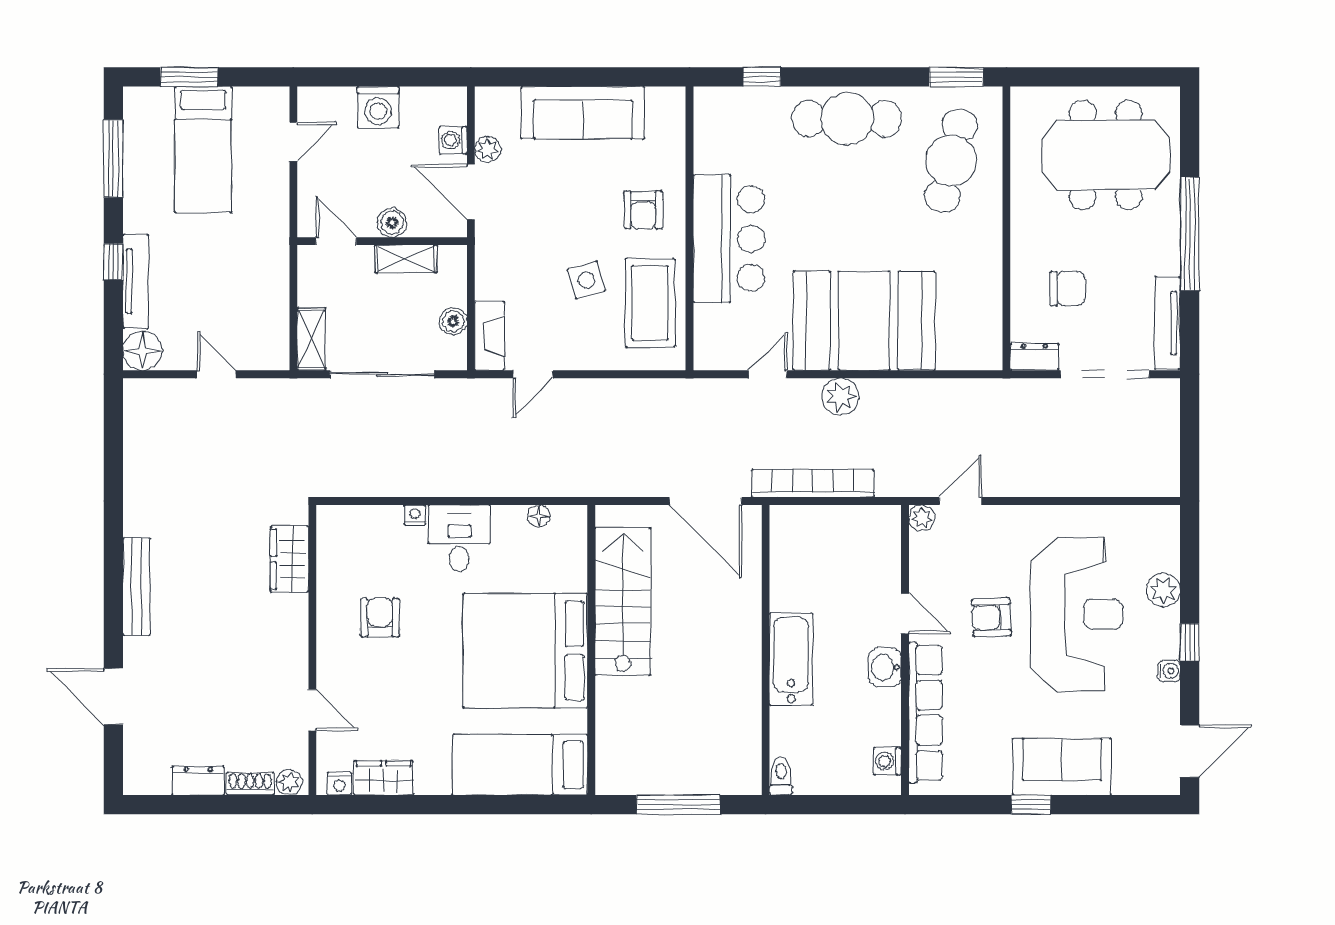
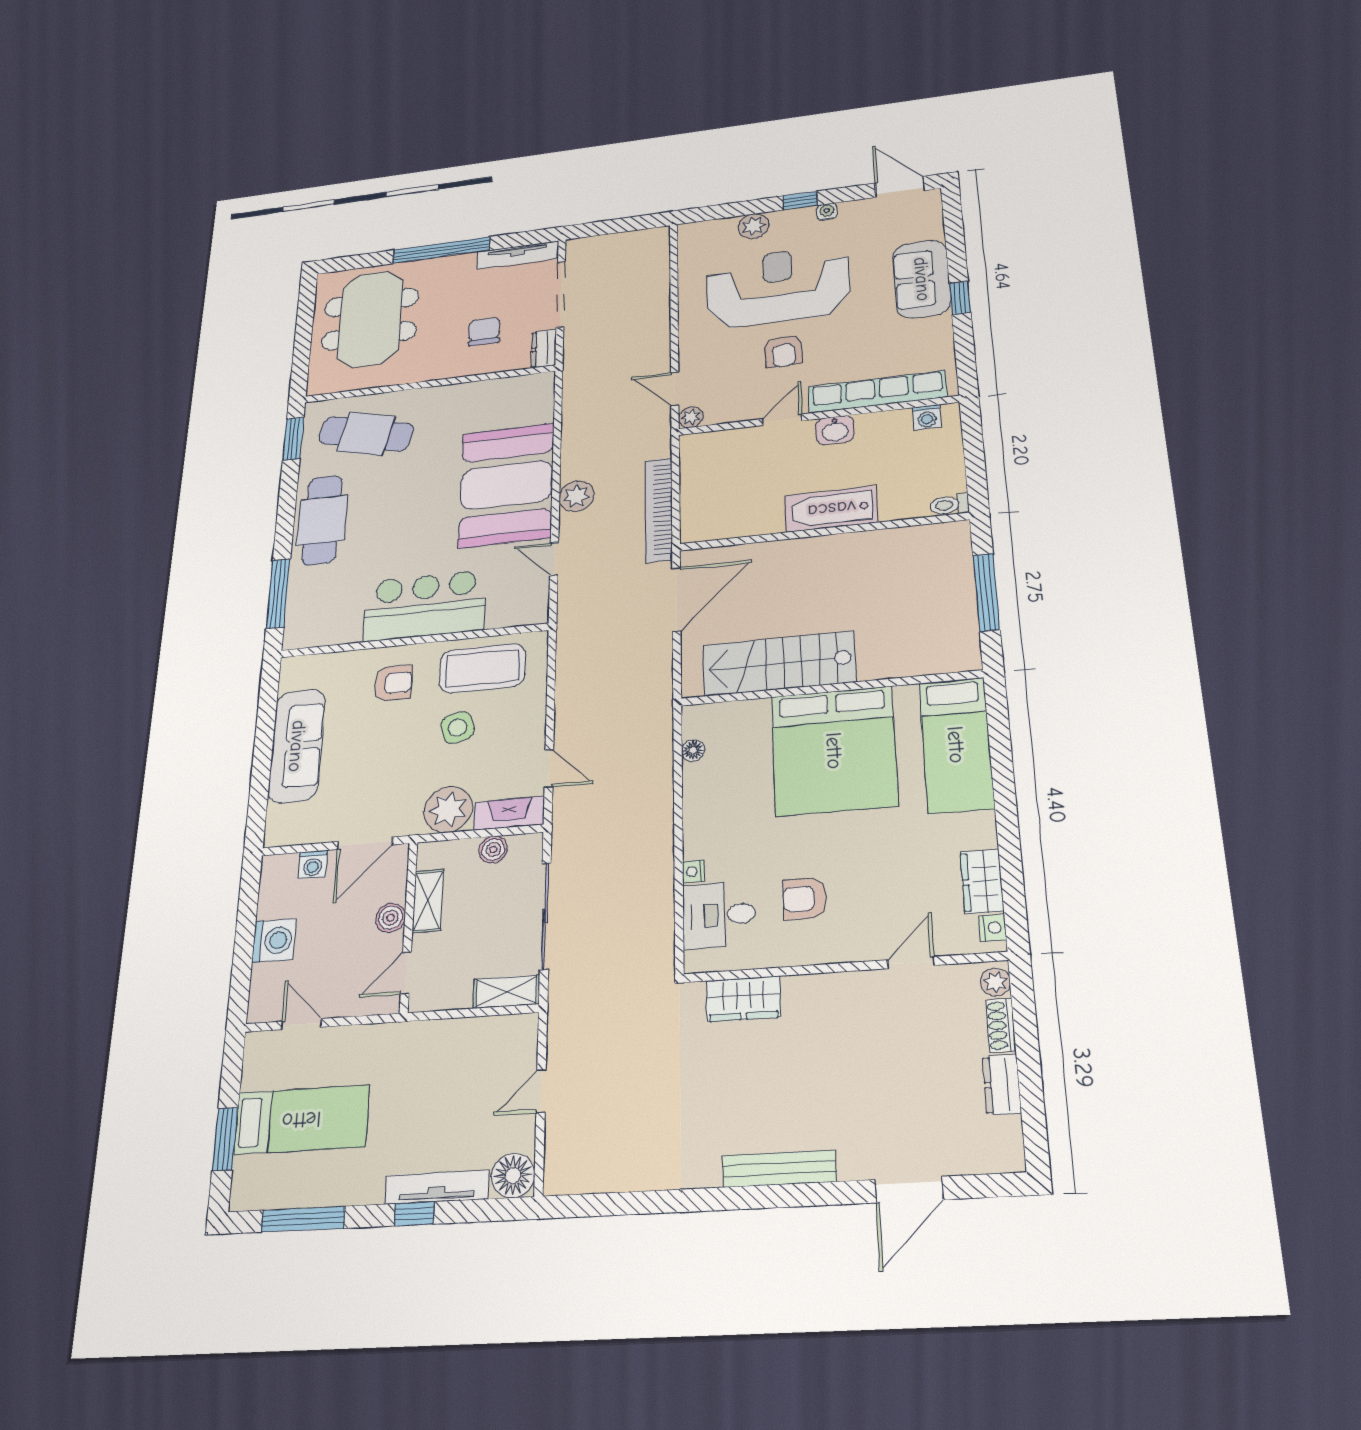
window: (762, 77) -> (278, 594), width x2.17
plant: (488, 149) -> (448, 810), moved, width x1.88, depth x1.88
desk: (459, 538) -> (719, 915), moved

